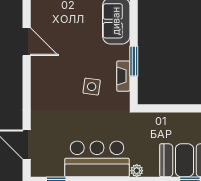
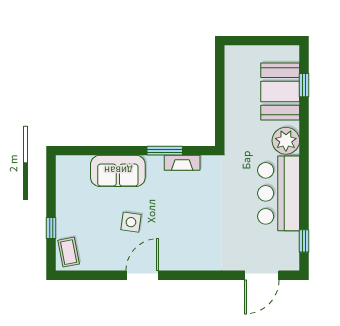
side table: (92, 87) -> (131, 222), moved
plant: (137, 171) -> (286, 141), width x1.88, depth x1.88

